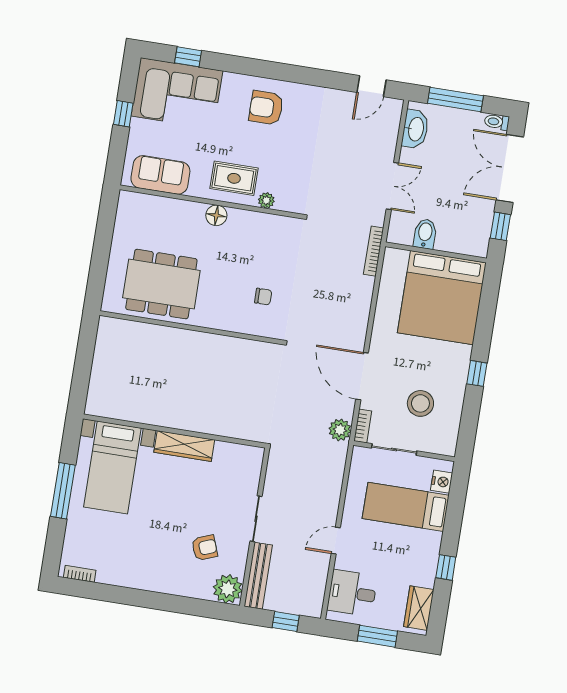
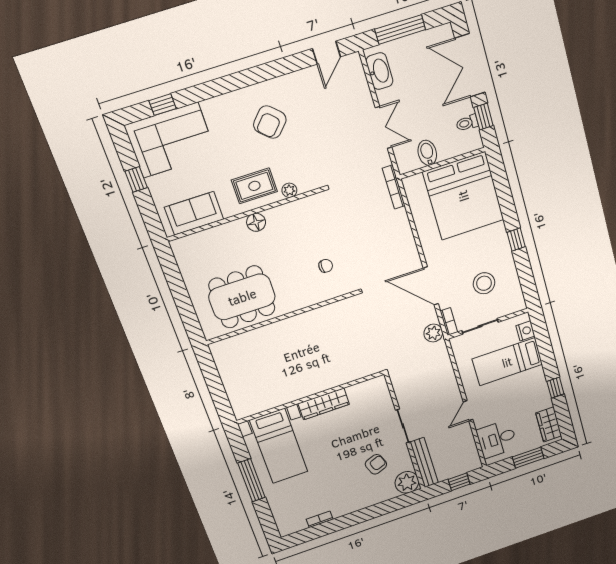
armchair: (266, 108) -> (270, 122), moved, turned -47
toilet: (497, 122) -> (467, 123), moved
bookcase: (80, 574) -> (320, 519), moved

